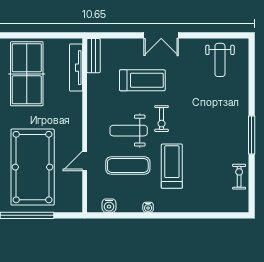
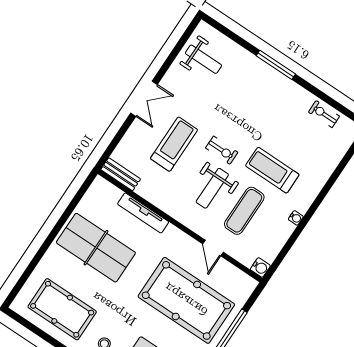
tv unit: (76, 68) -> (143, 213), moved
window: (252, 135) -> (276, 65), moved
water cooler: (109, 206) -> (260, 267), moved

